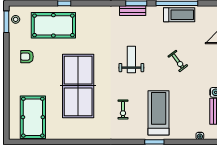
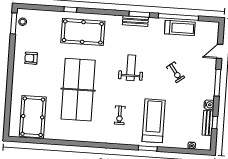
pool table: (53, 25) -> (83, 32), moved

